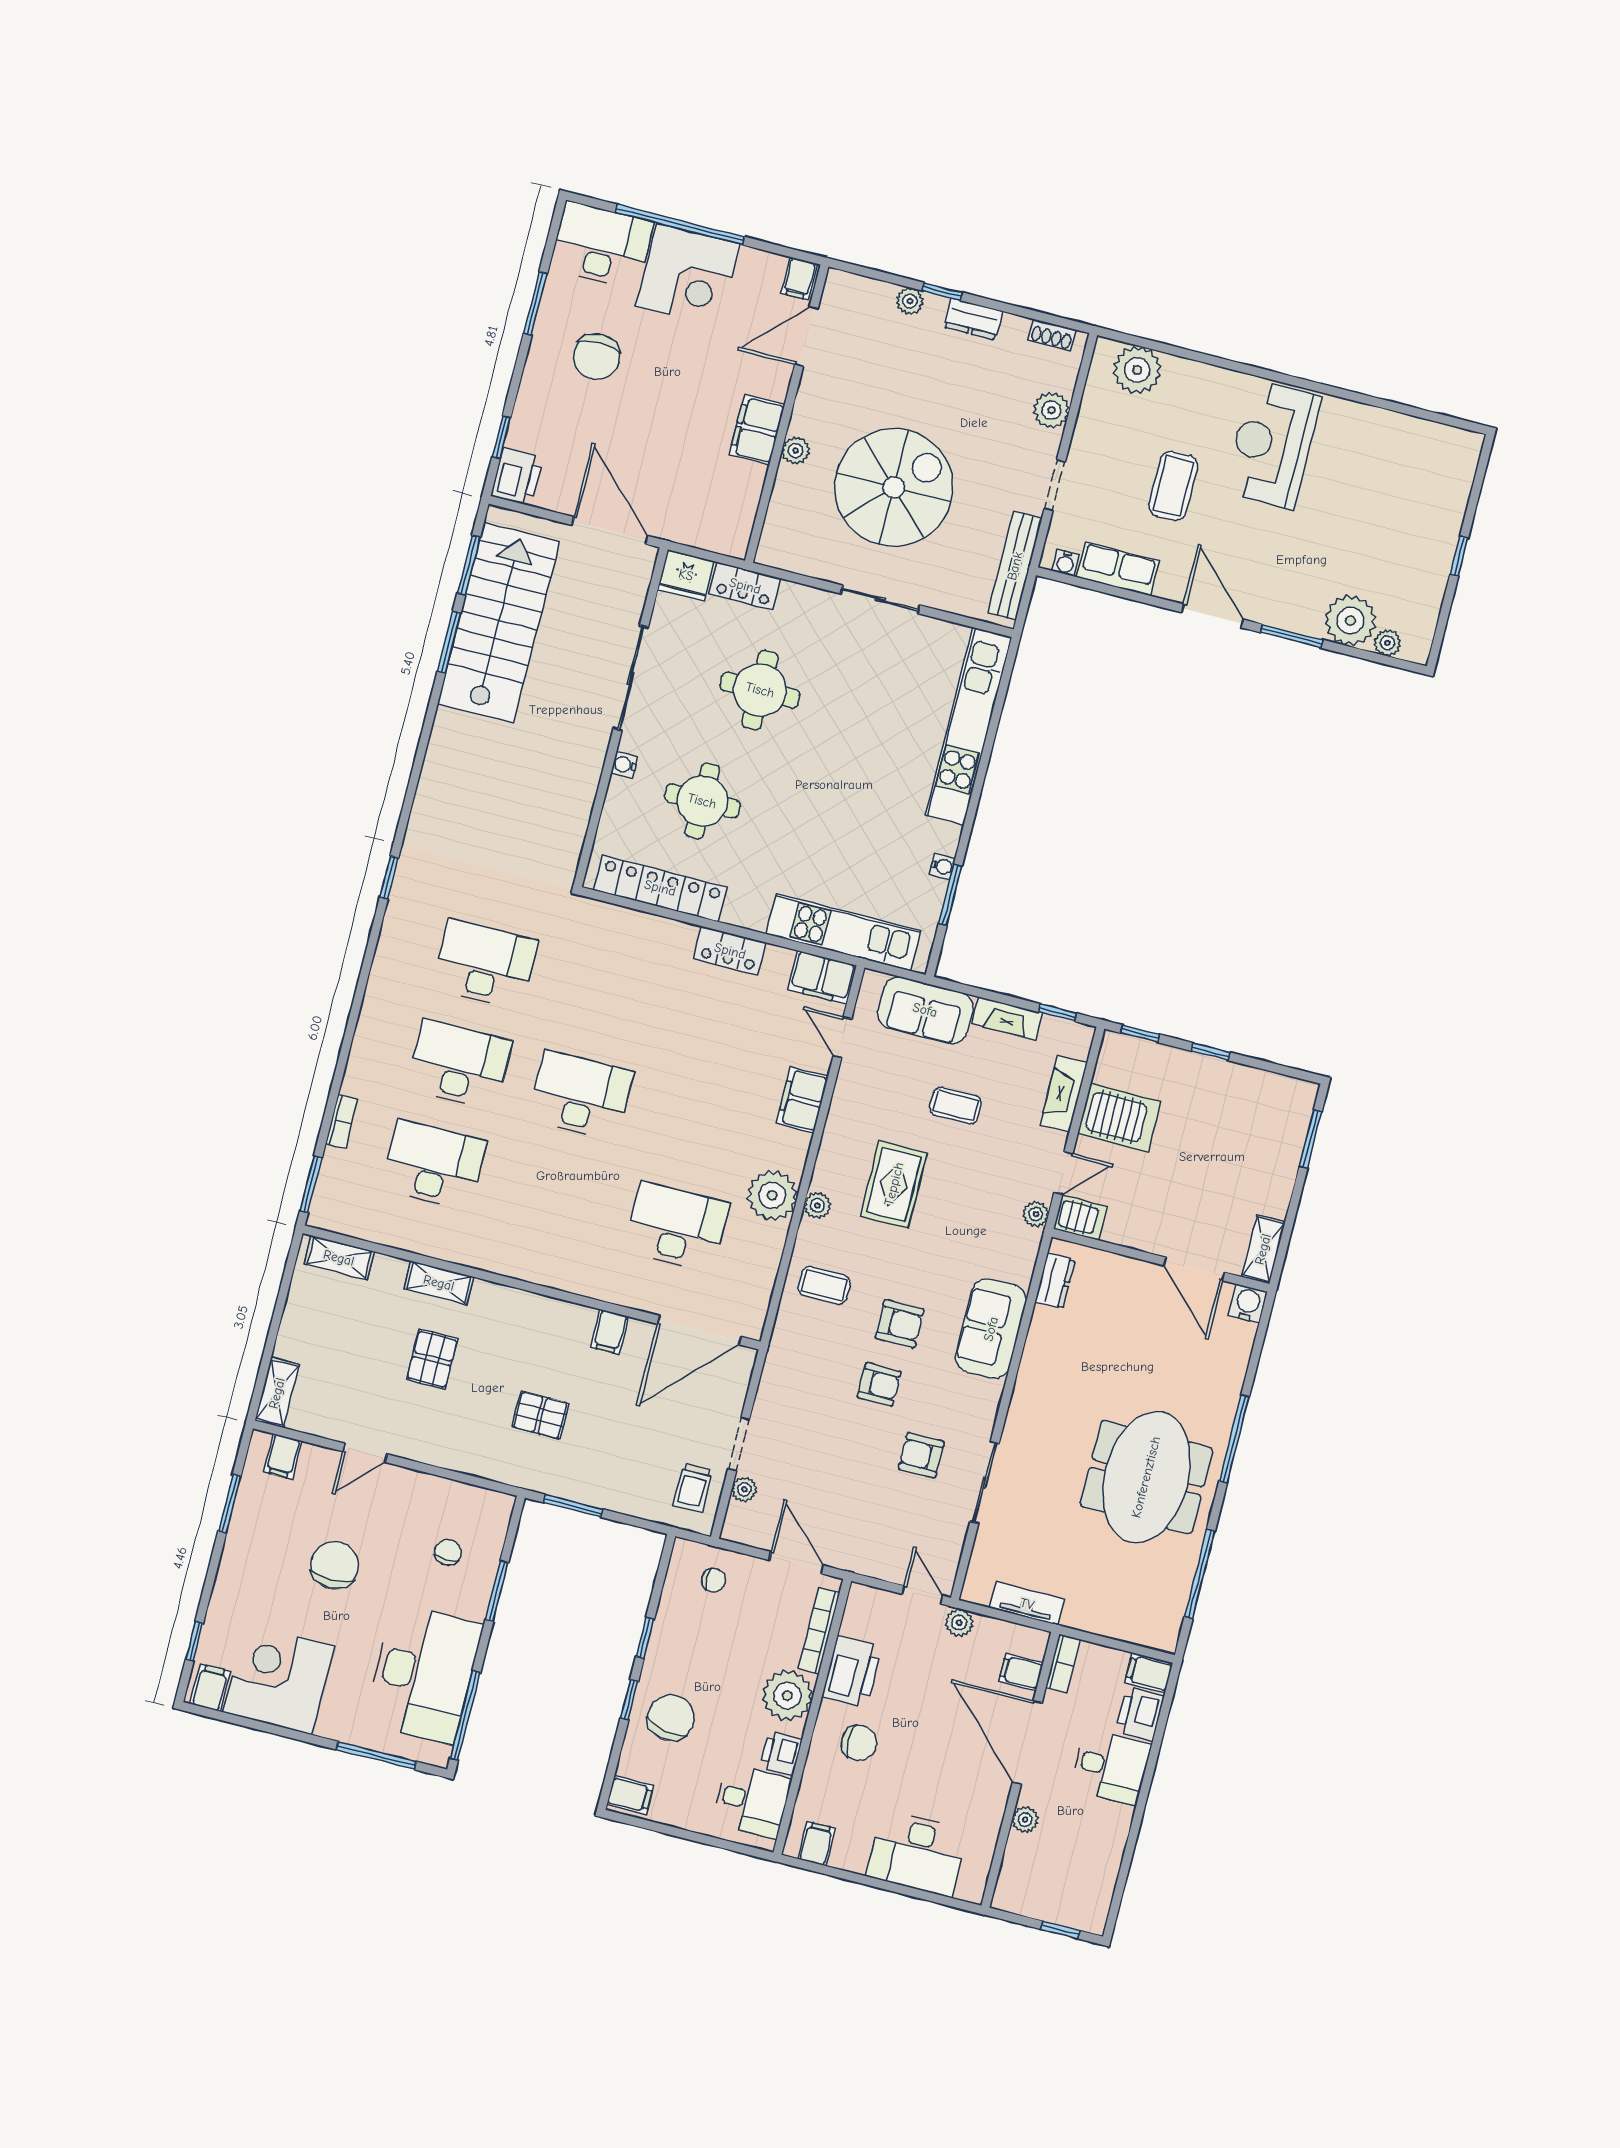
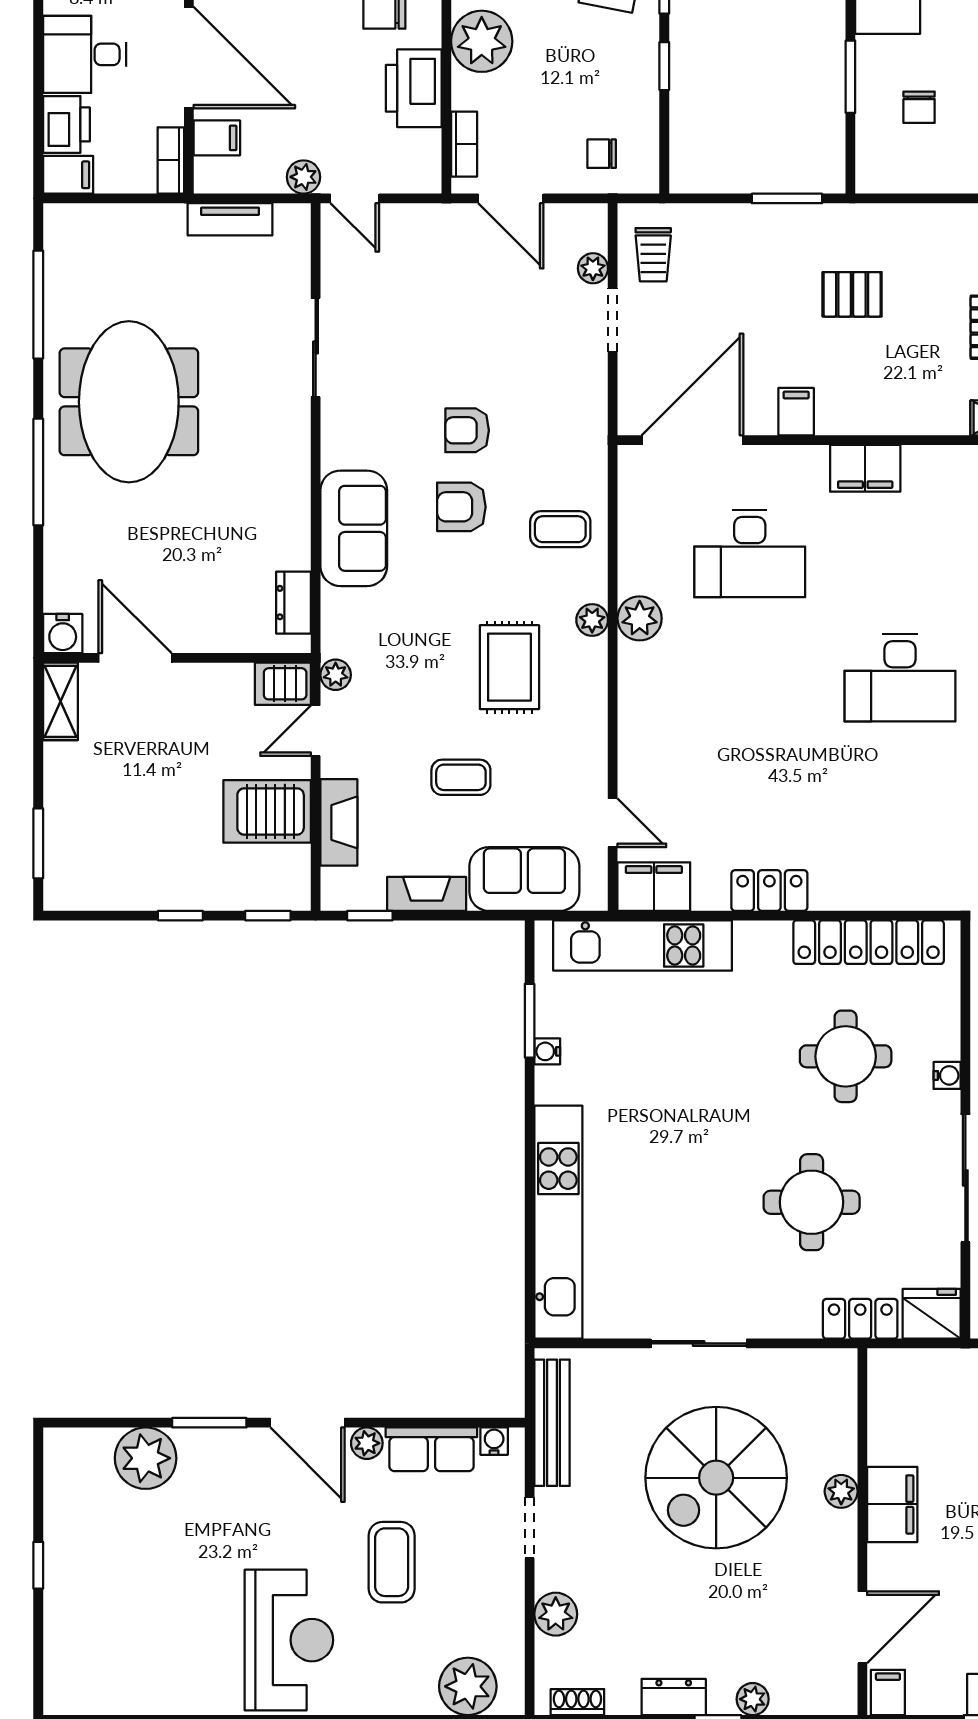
plant: (1387, 643) -> (367, 1443), moved
filing cabinet: (802, 1100) -> (865, 468), moved, turned 90
plant: (772, 1195) -> (640, 618), width x0.73, depth x0.73
armchair: (921, 1455) -> (397, 360), removed
trolley: (693, 1488) -> (653, 255), turned 180
bookcase: (819, 1631) -> (464, 144), width x0.64

